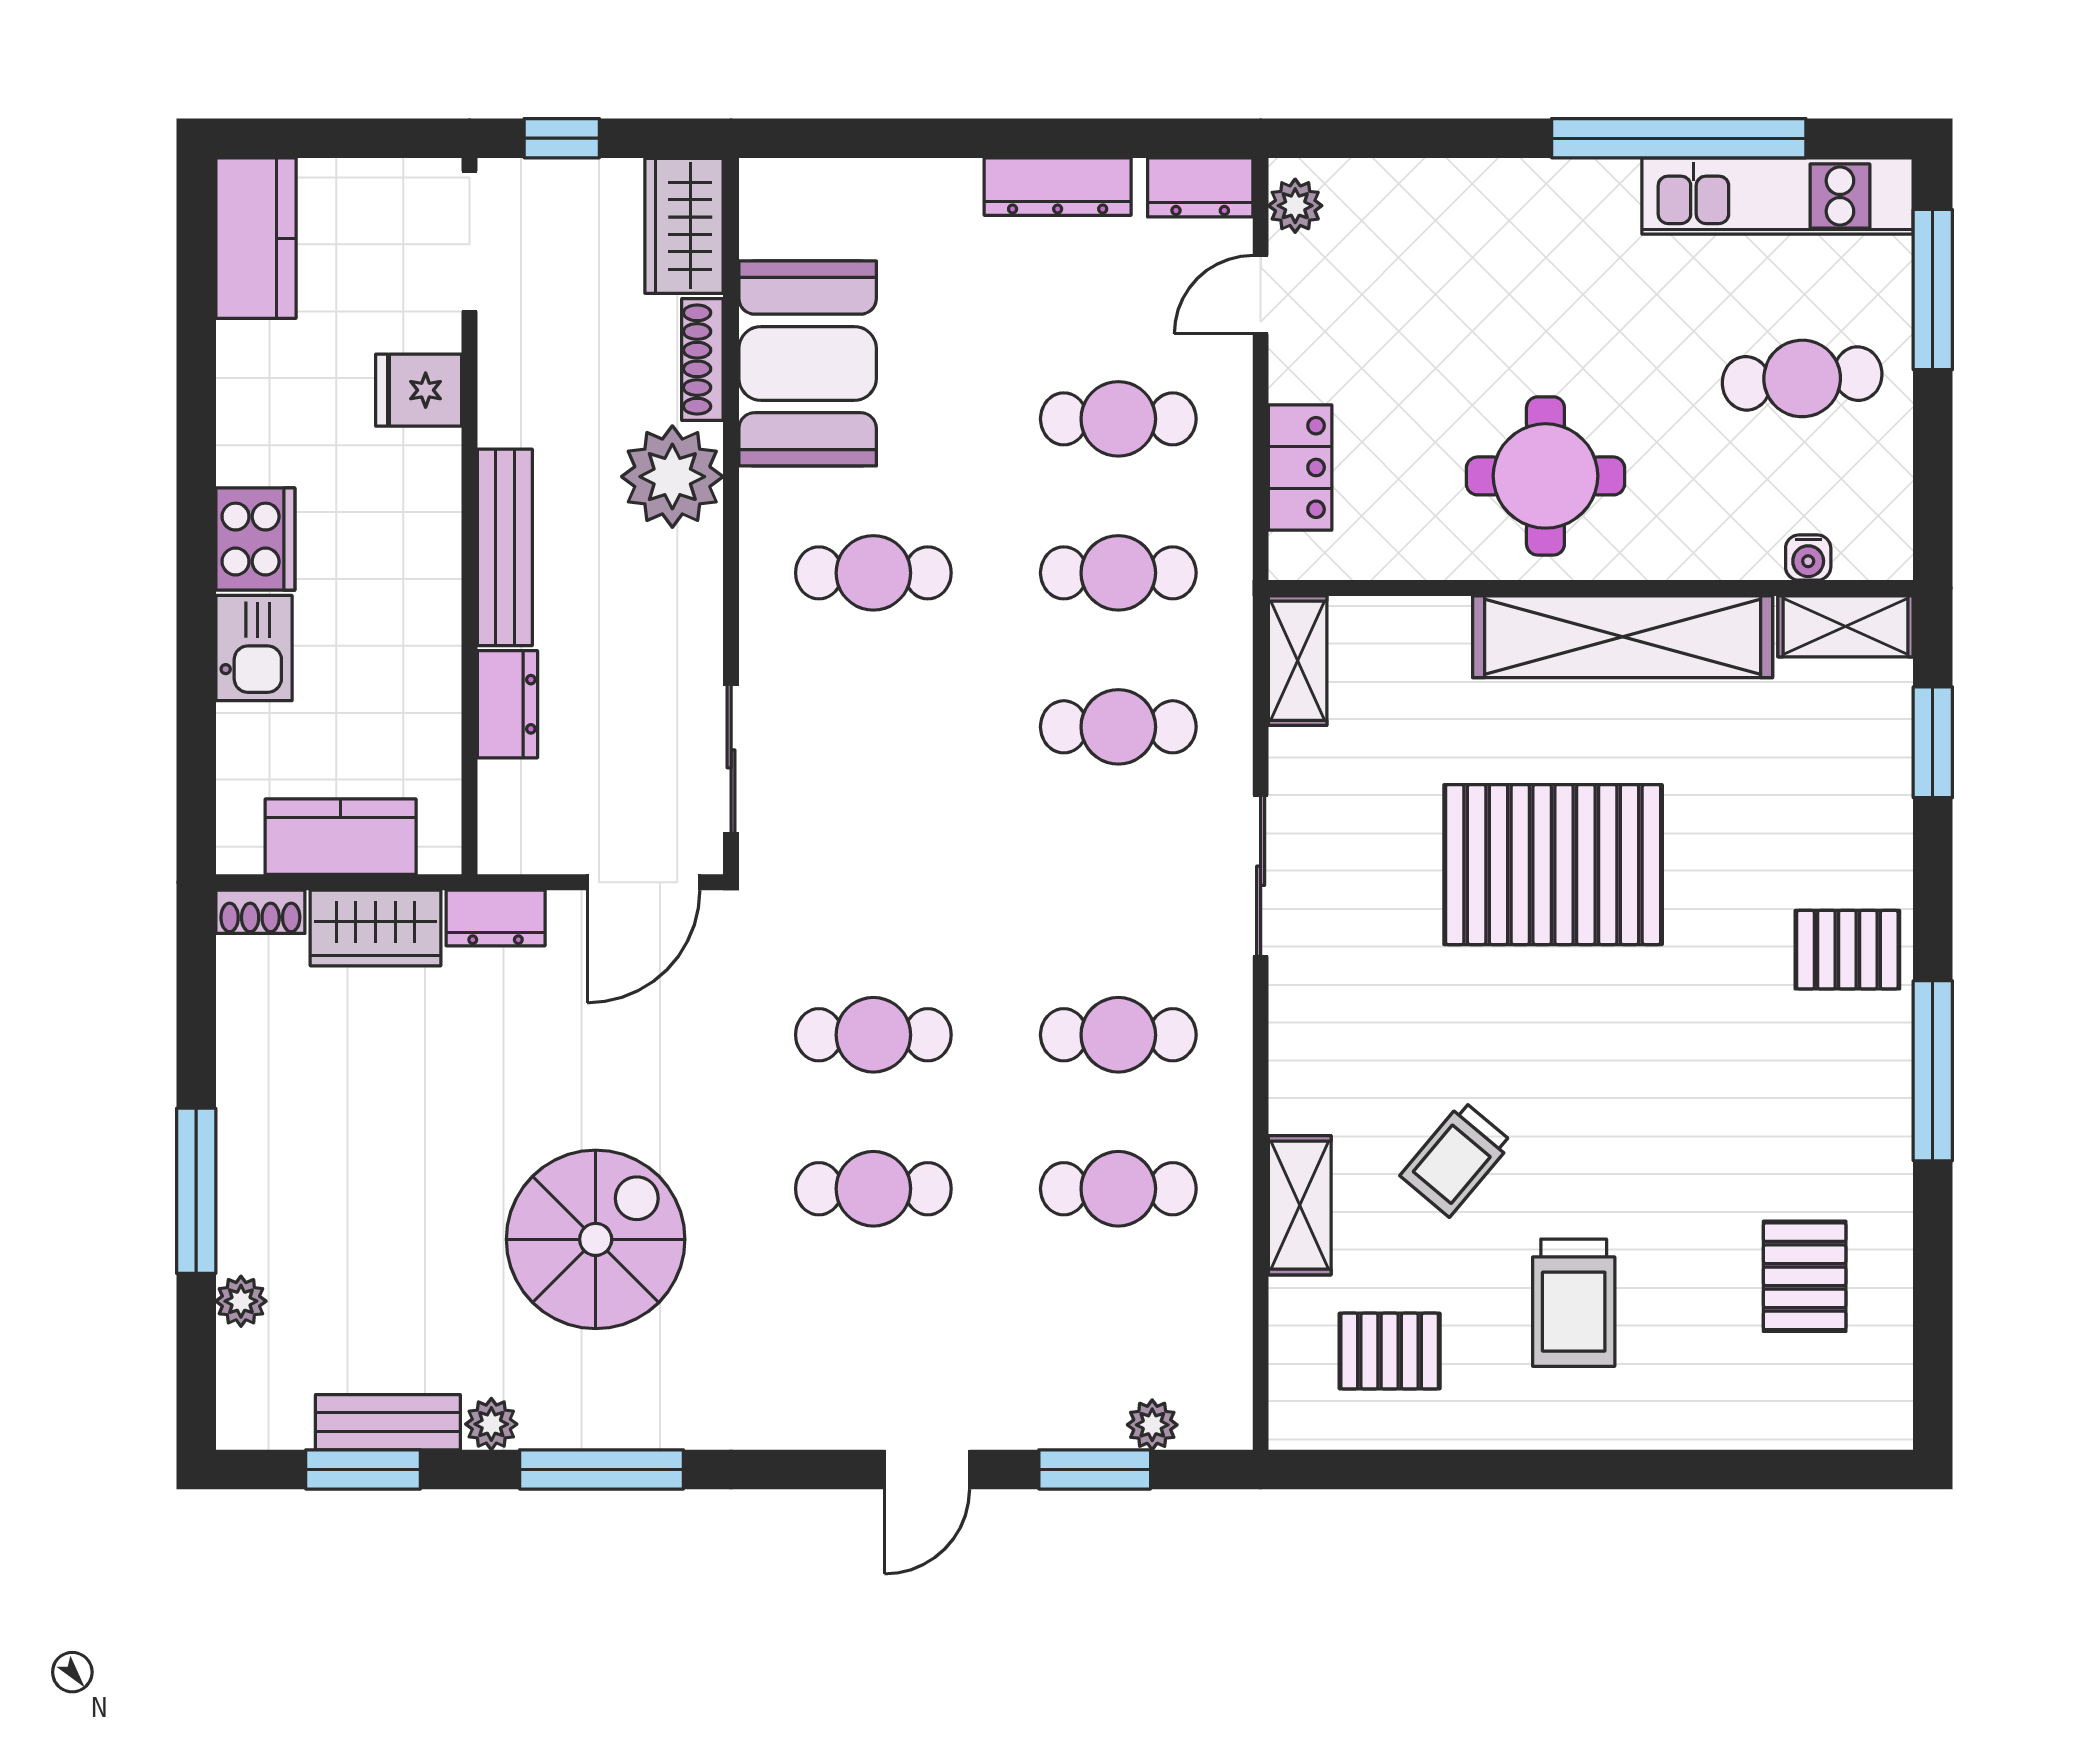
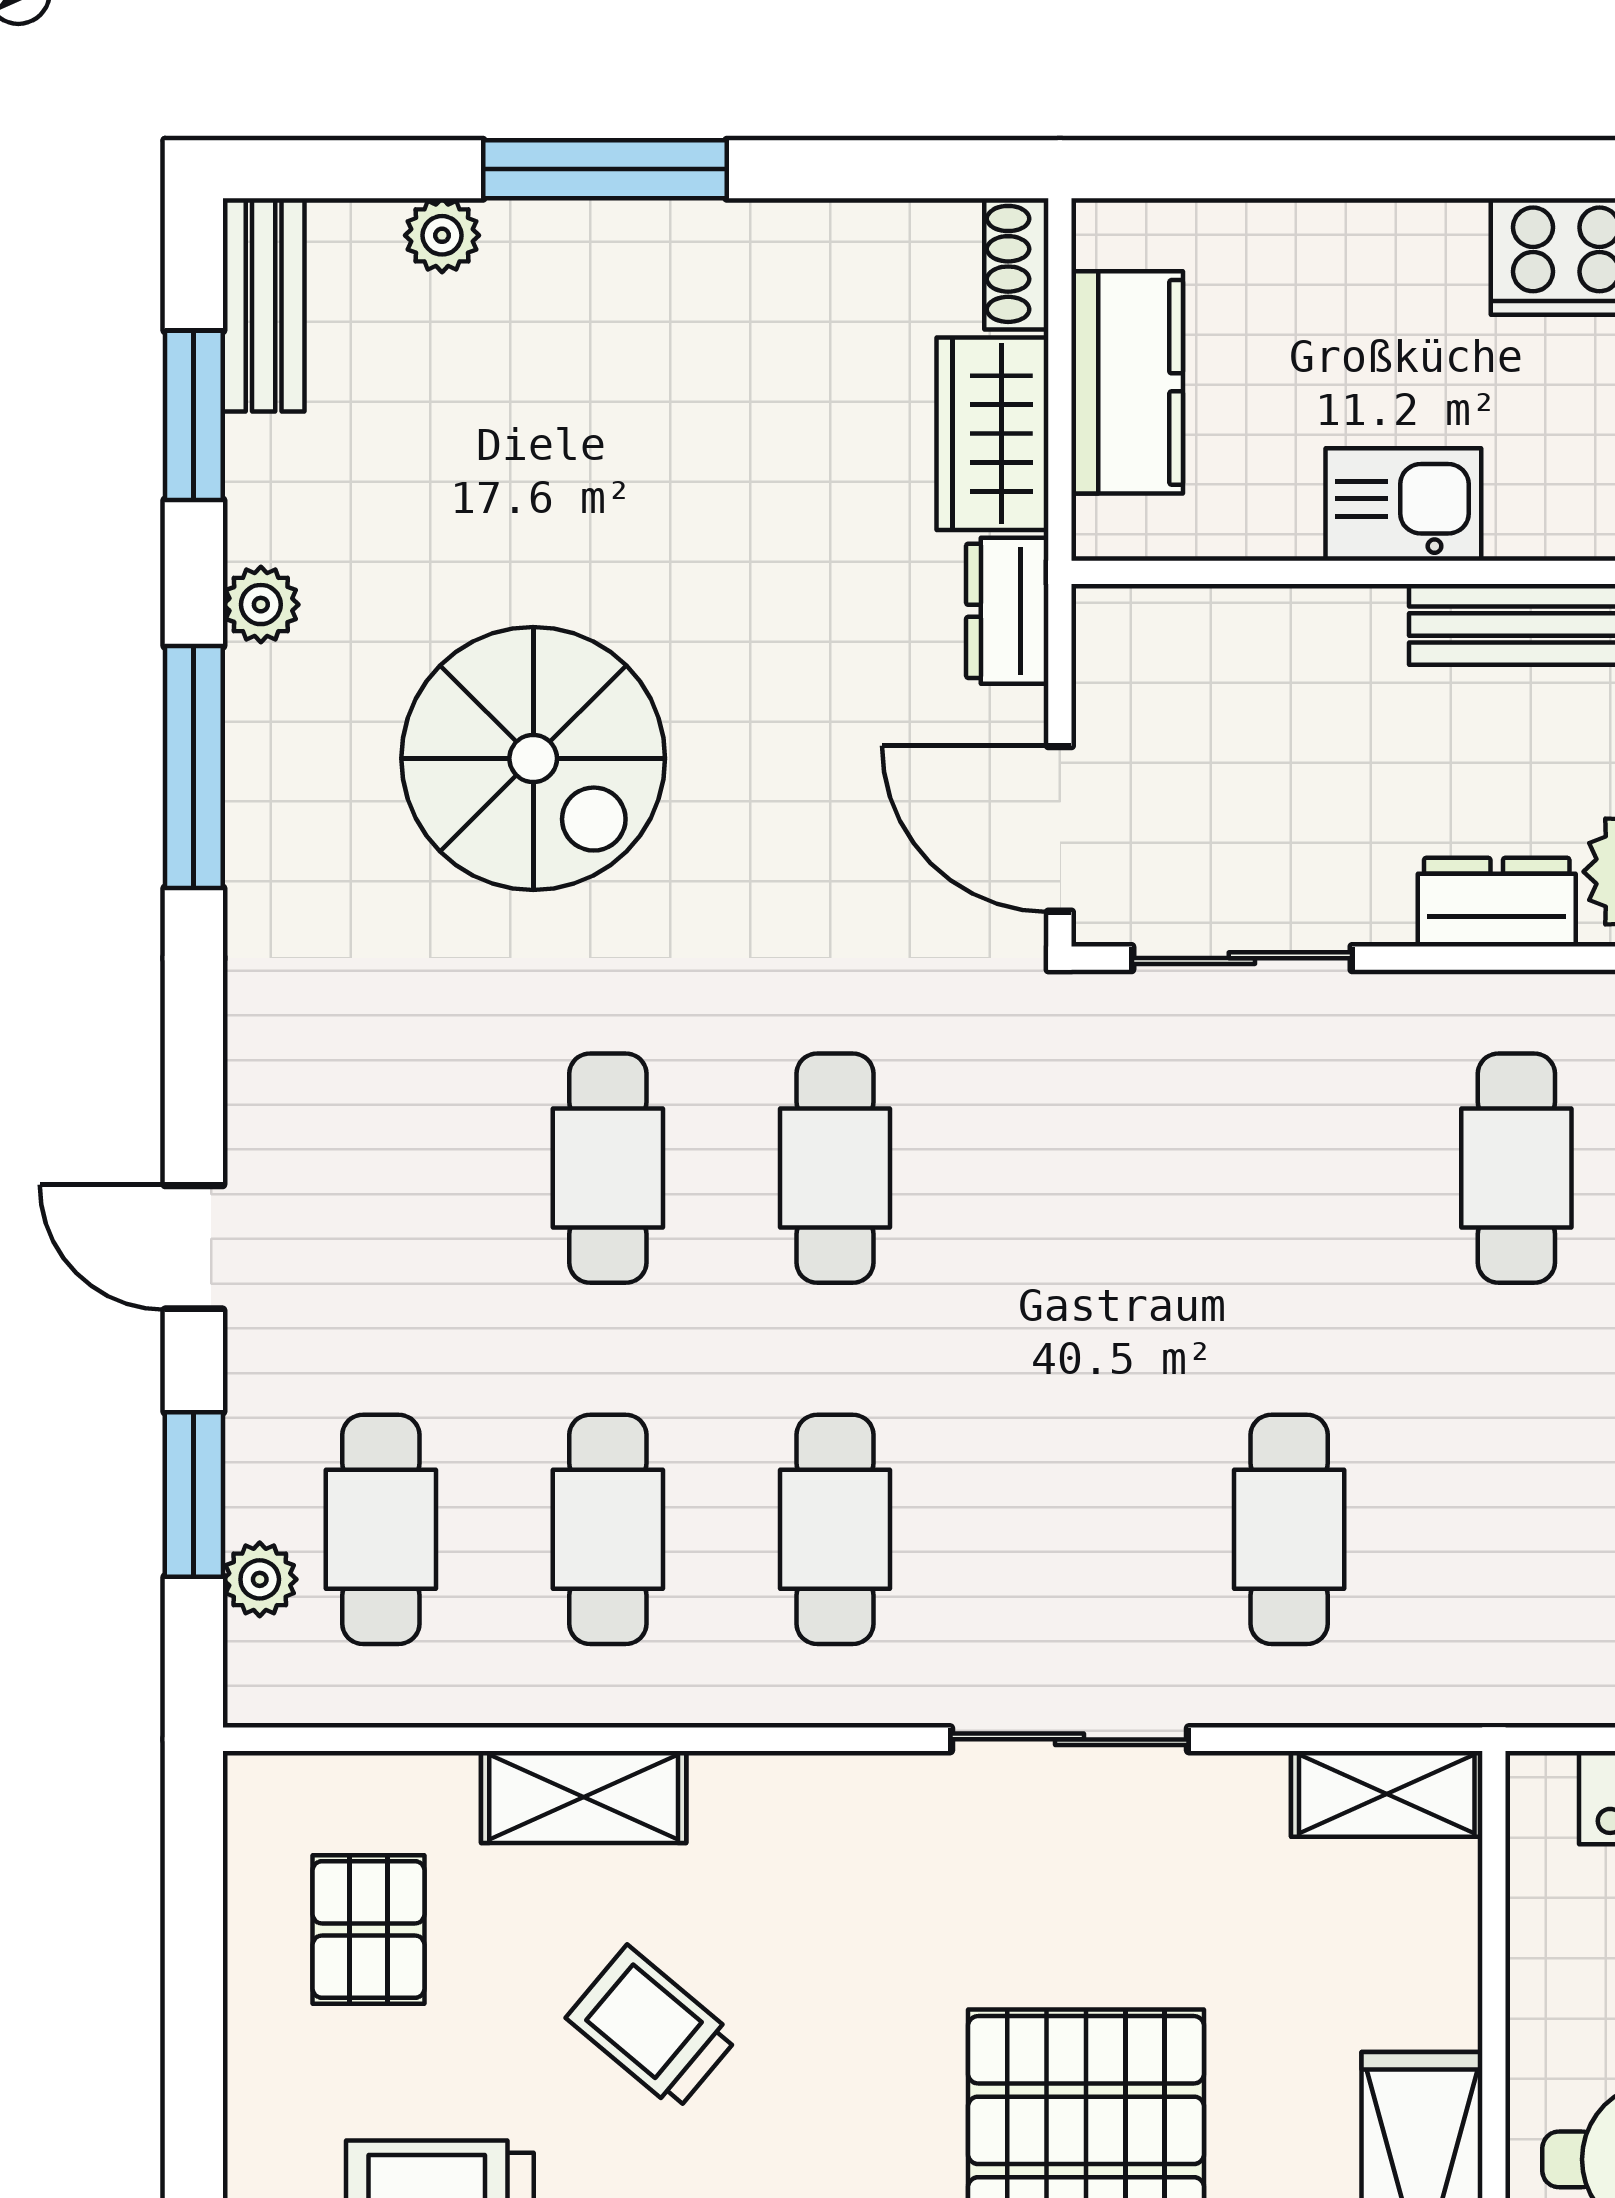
cafe table: (1118, 573) -> (381, 1529), moved
kitchen sink: (254, 648) -> (1403, 504), moved, turned 180
dresser: (507, 704) -> (1497, 902), moved, turned 180
bench: (388, 1422) -> (264, 305), moved

